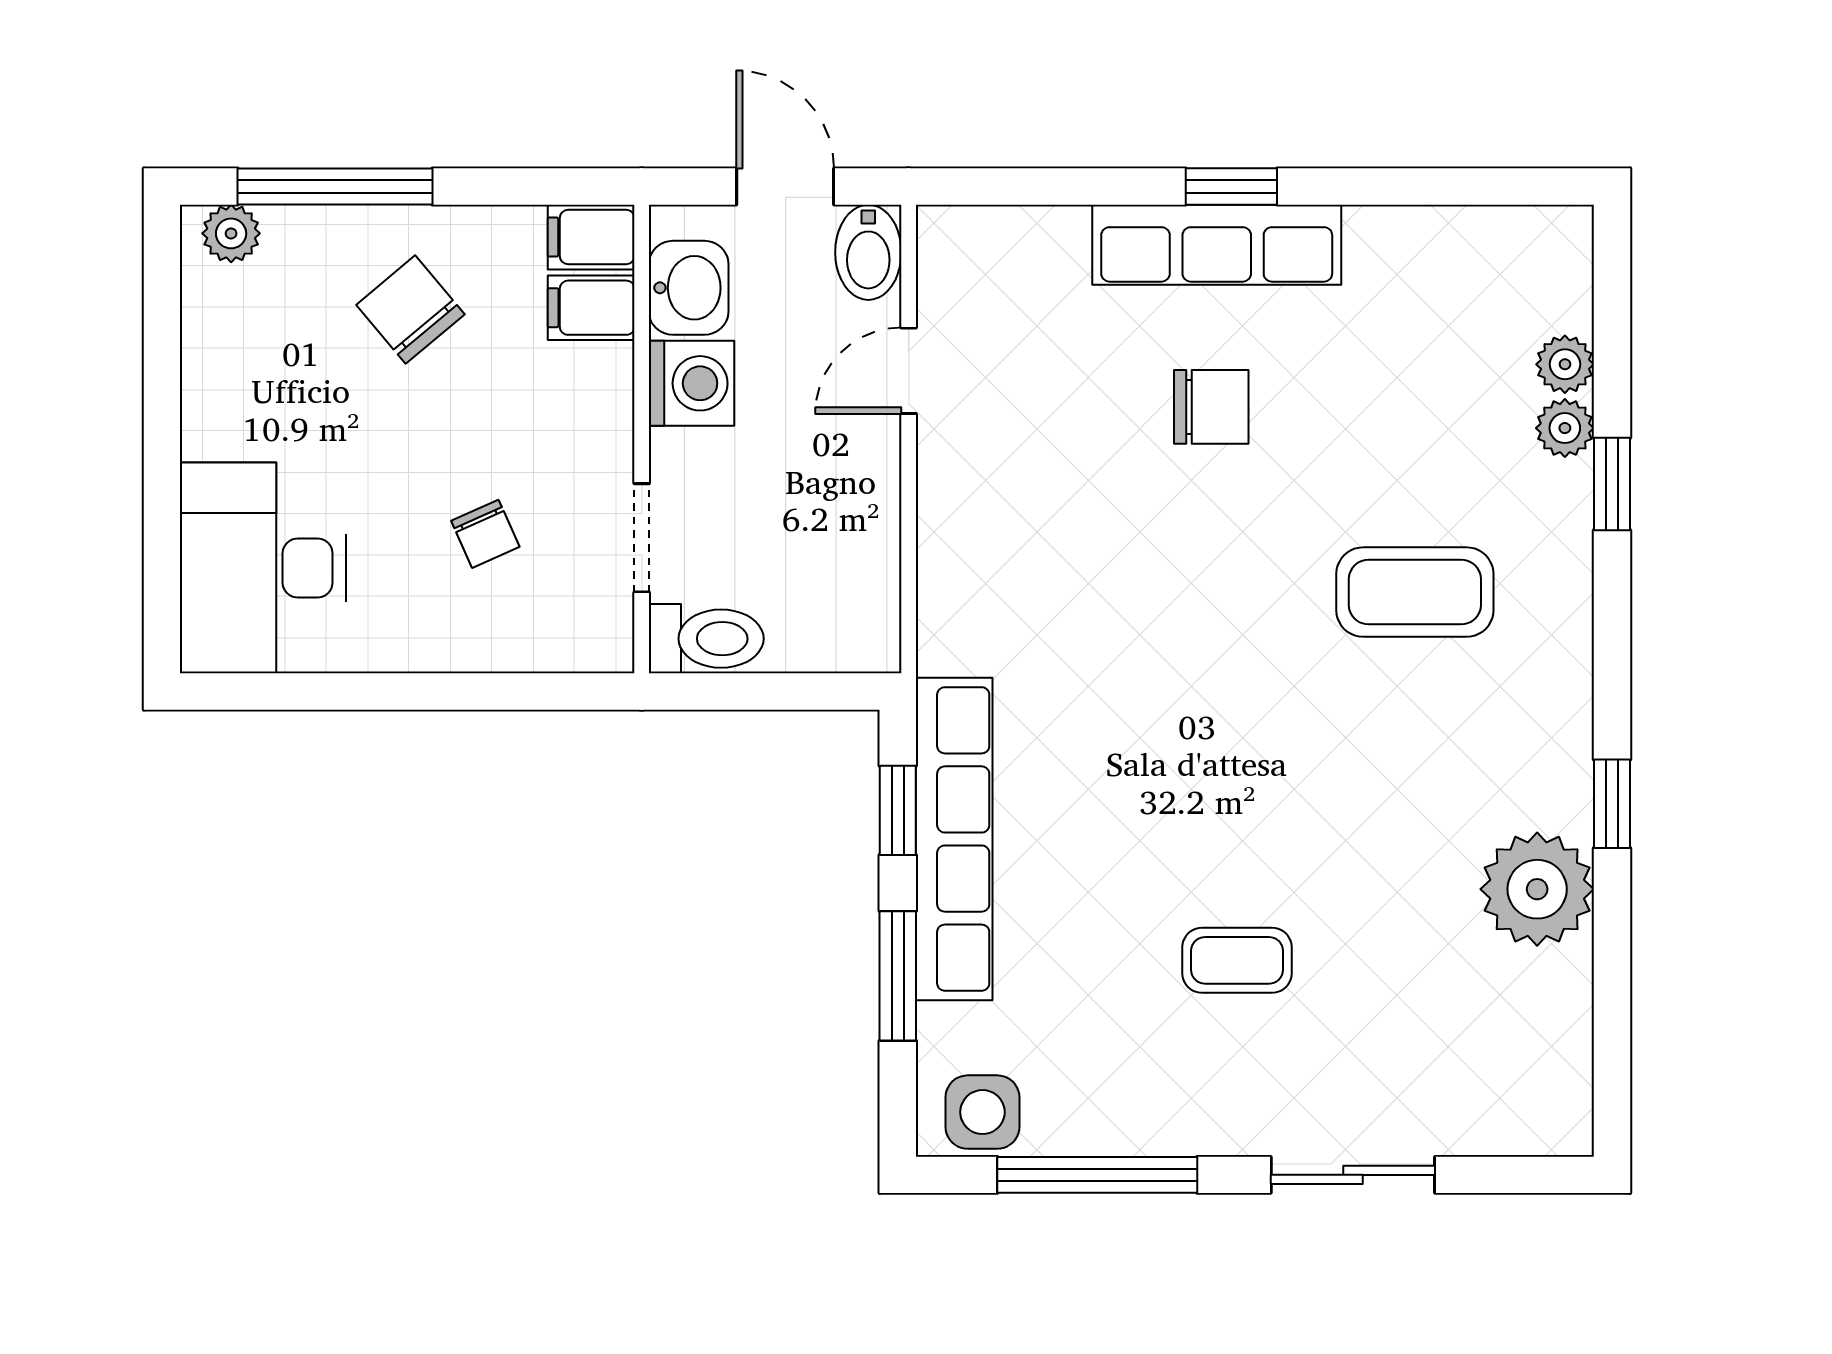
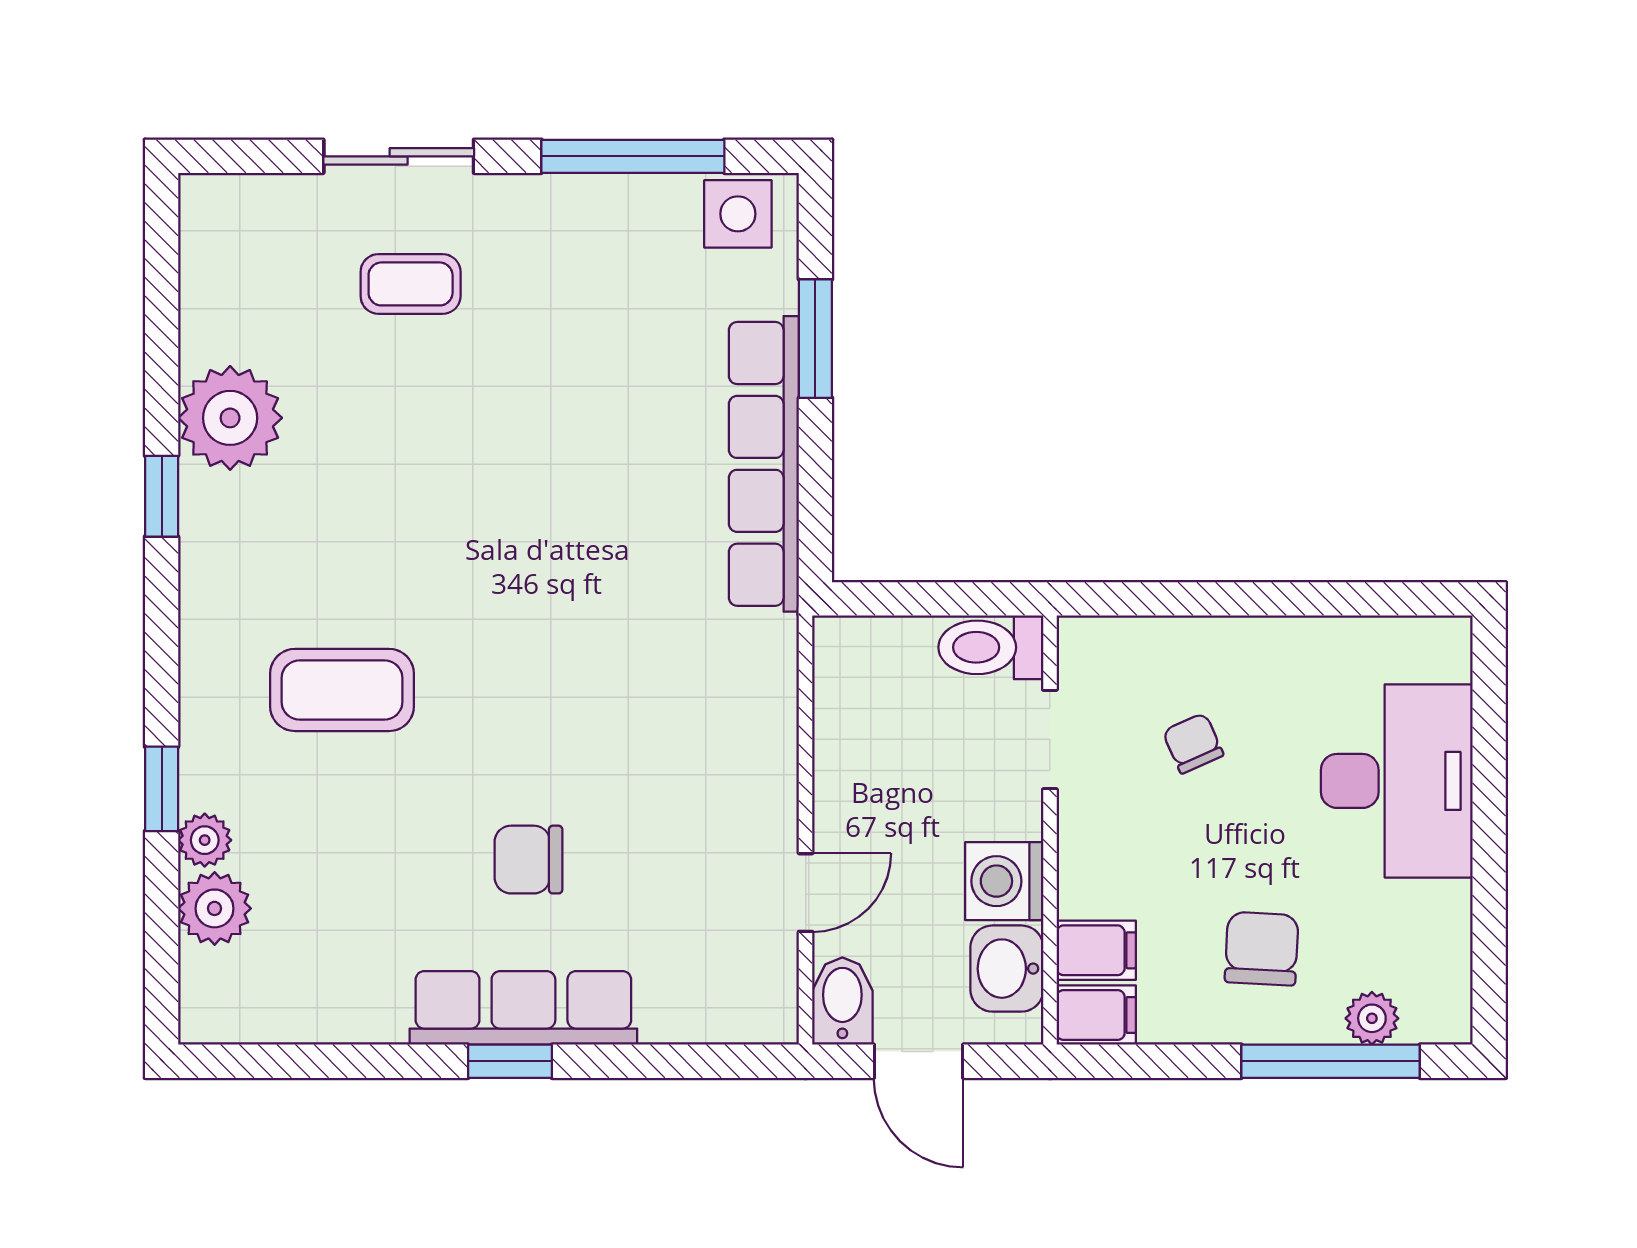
plant: (231, 233) -> (1372, 1018), moved
chair: (410, 310) -> (1262, 949), turned -137
plant: (1565, 364) -> (215, 908), width x1.38, depth x1.38
desk: (263, 568) -> (1397, 781), moved
window: (898, 810) -> (815, 490), removed
coffee table: (1237, 960) -> (411, 284), moved

